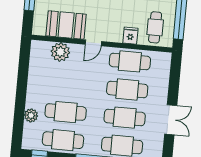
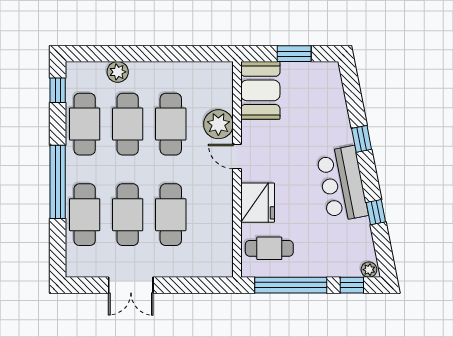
booth: (66, 25) -> (260, 90), moved
fridge: (130, 36) -> (258, 203), width x1.88, depth x1.34
plant: (60, 52) -> (218, 124), moved
cafe table: (130, 61) -> (171, 124), moved

